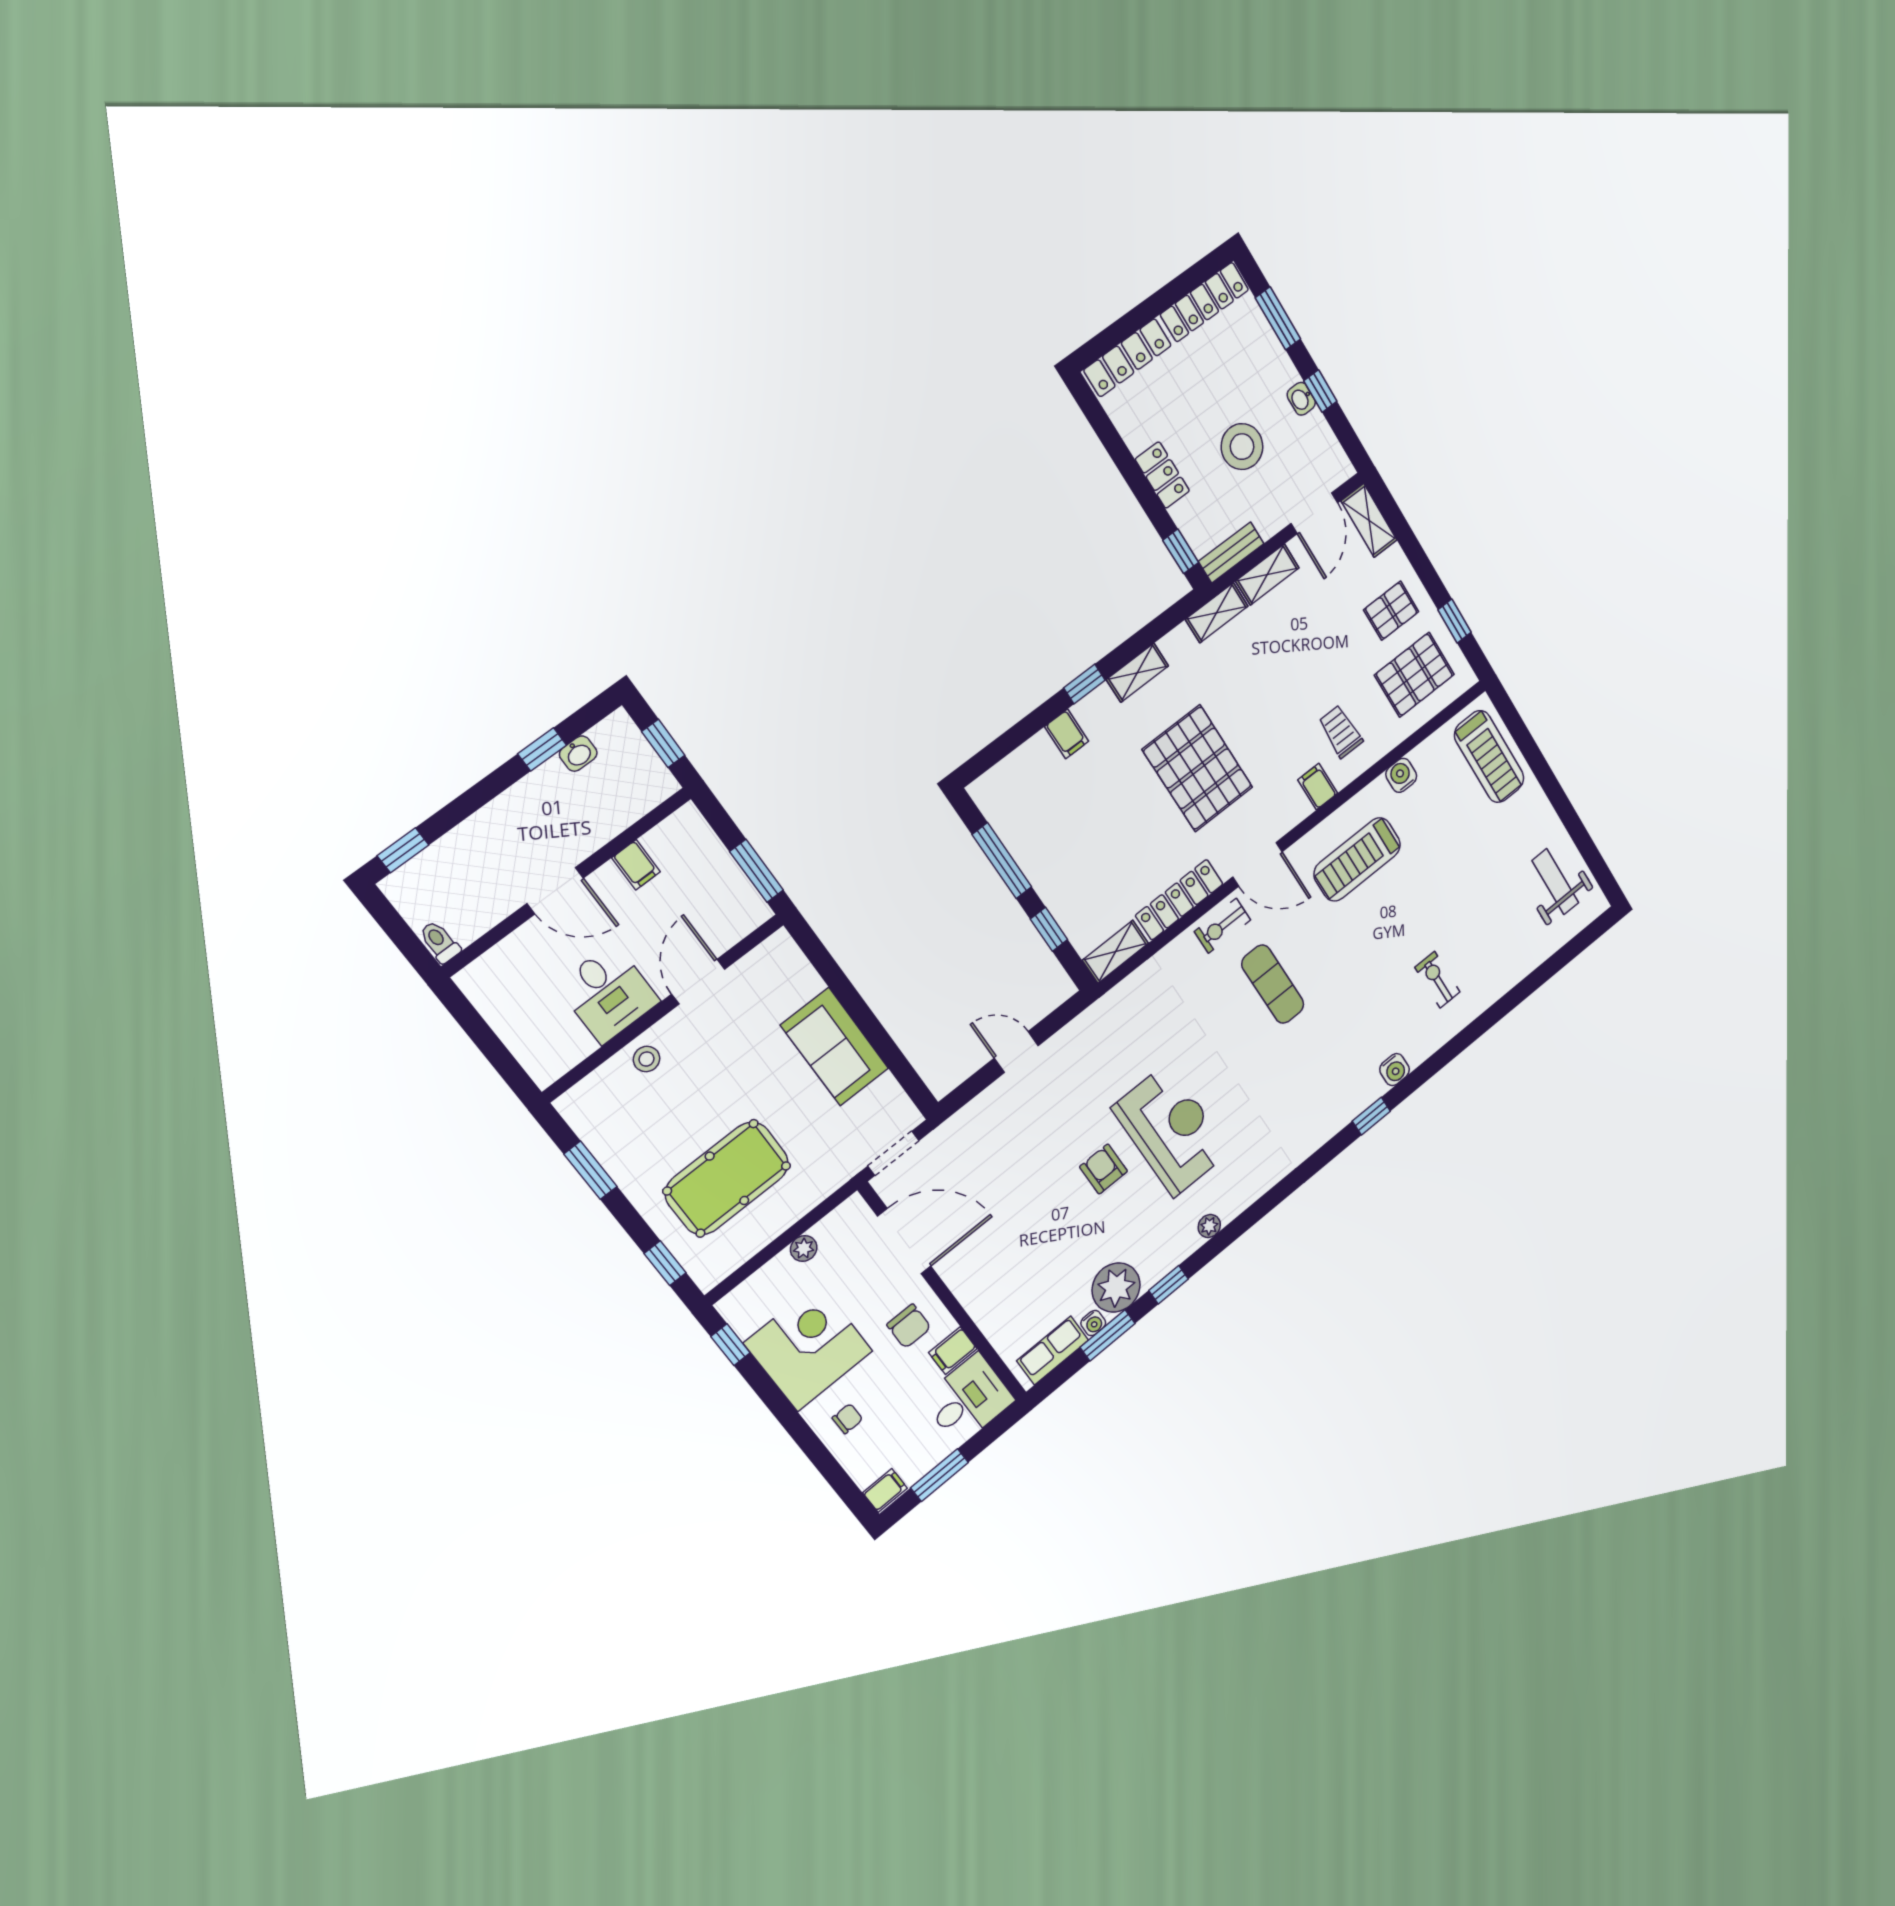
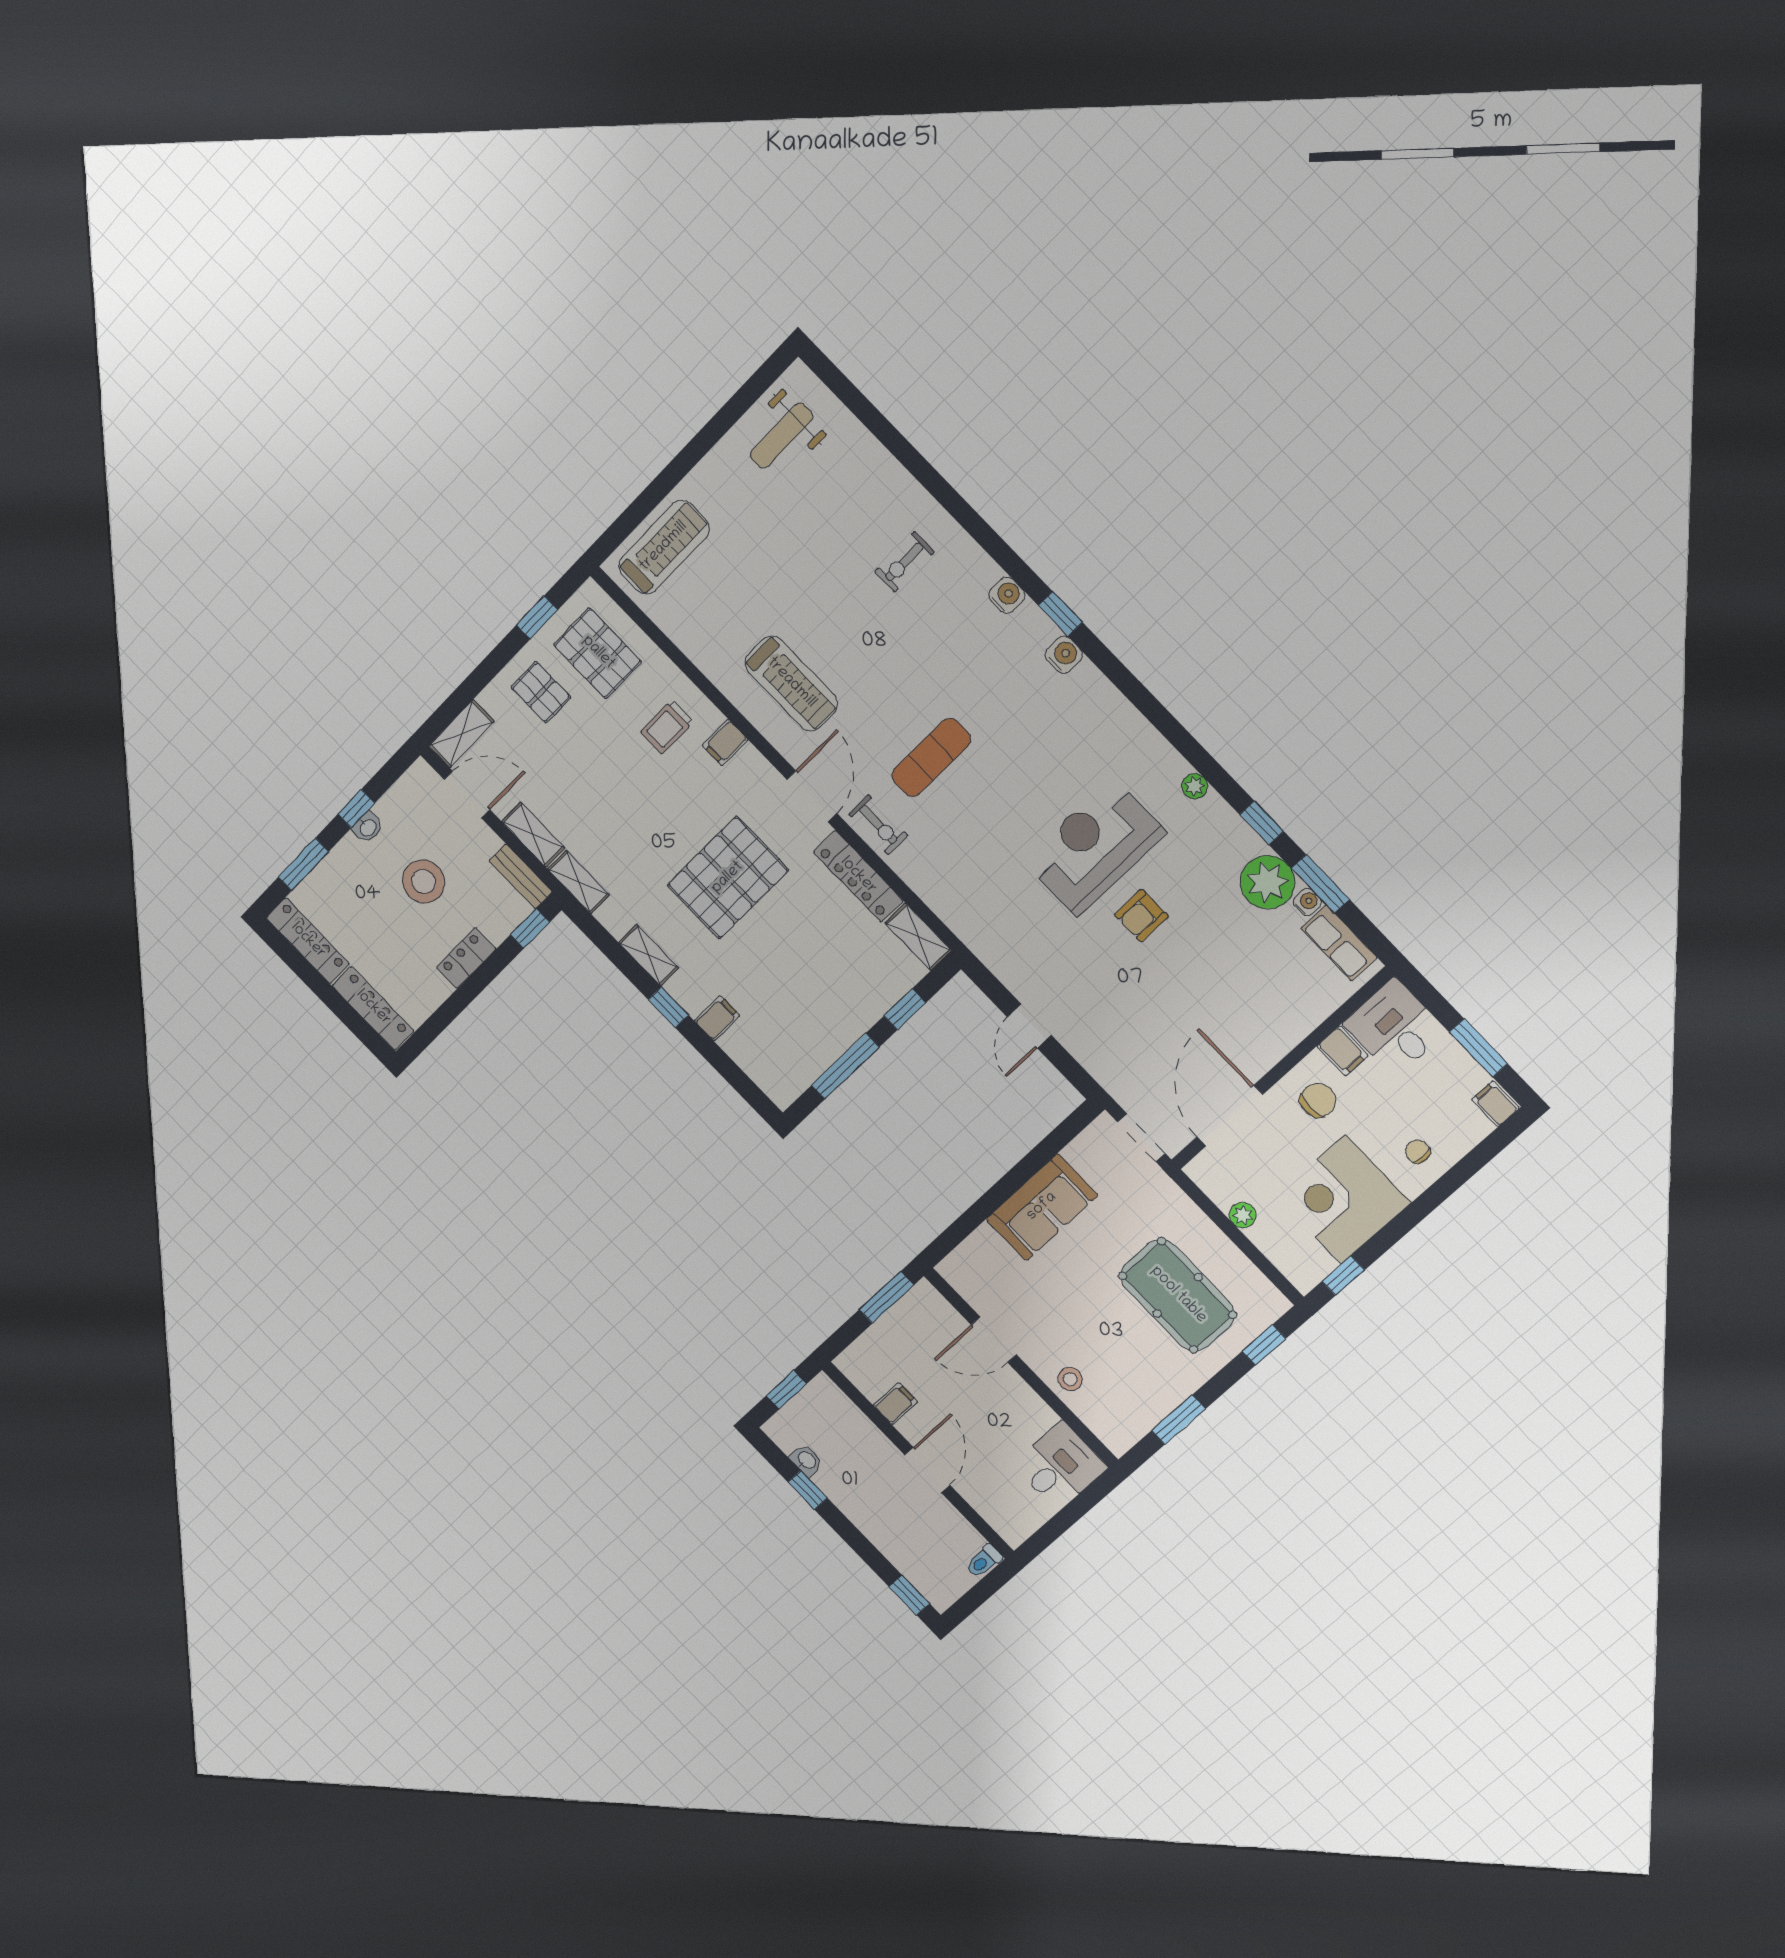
water cooler: (1401, 775) -> (1064, 655), moved, turned 180
desk: (608, 993) -> (1060, 1466), moved

